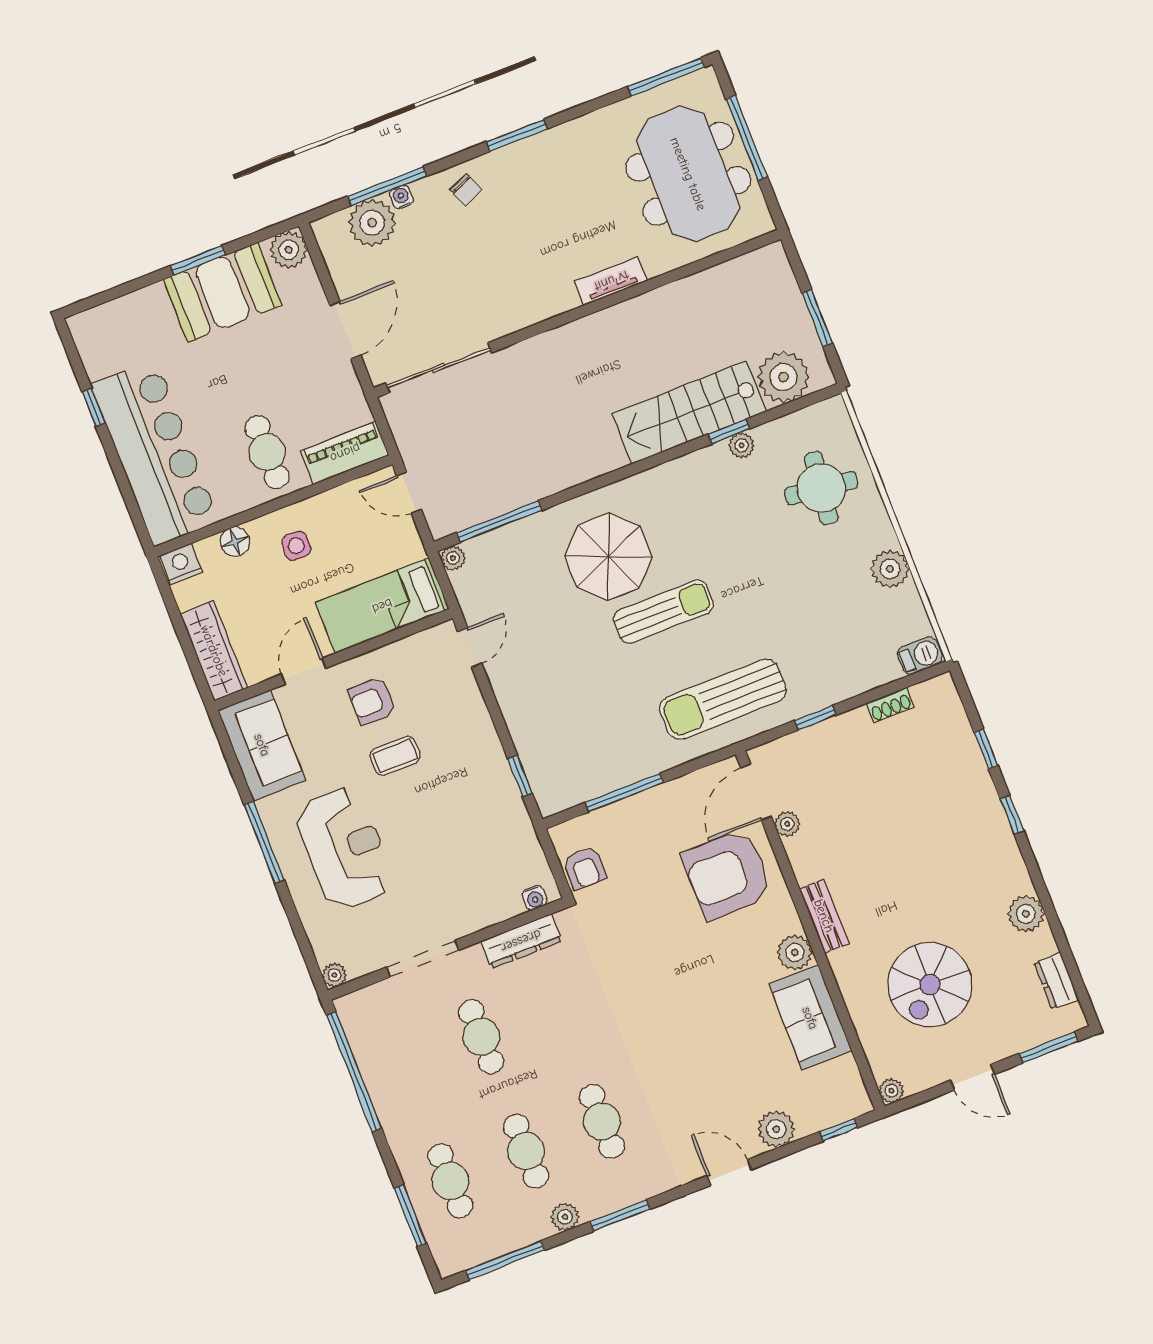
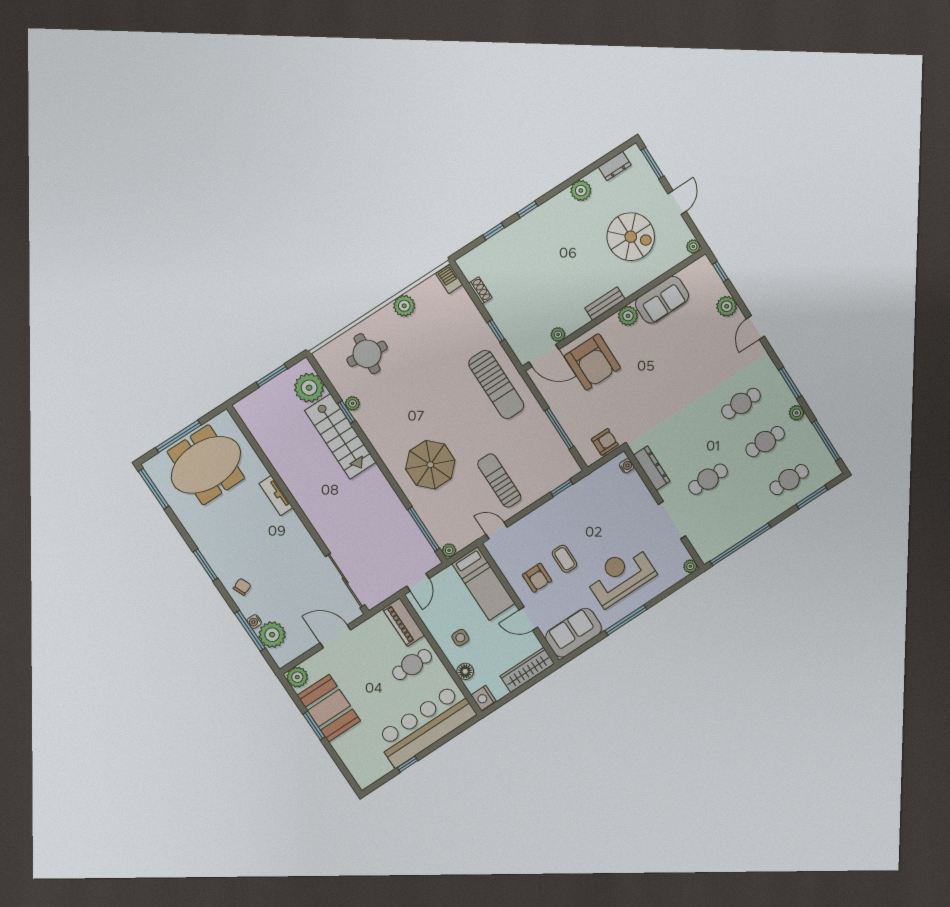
sun lounger: (663, 612) -> (499, 480), moved

